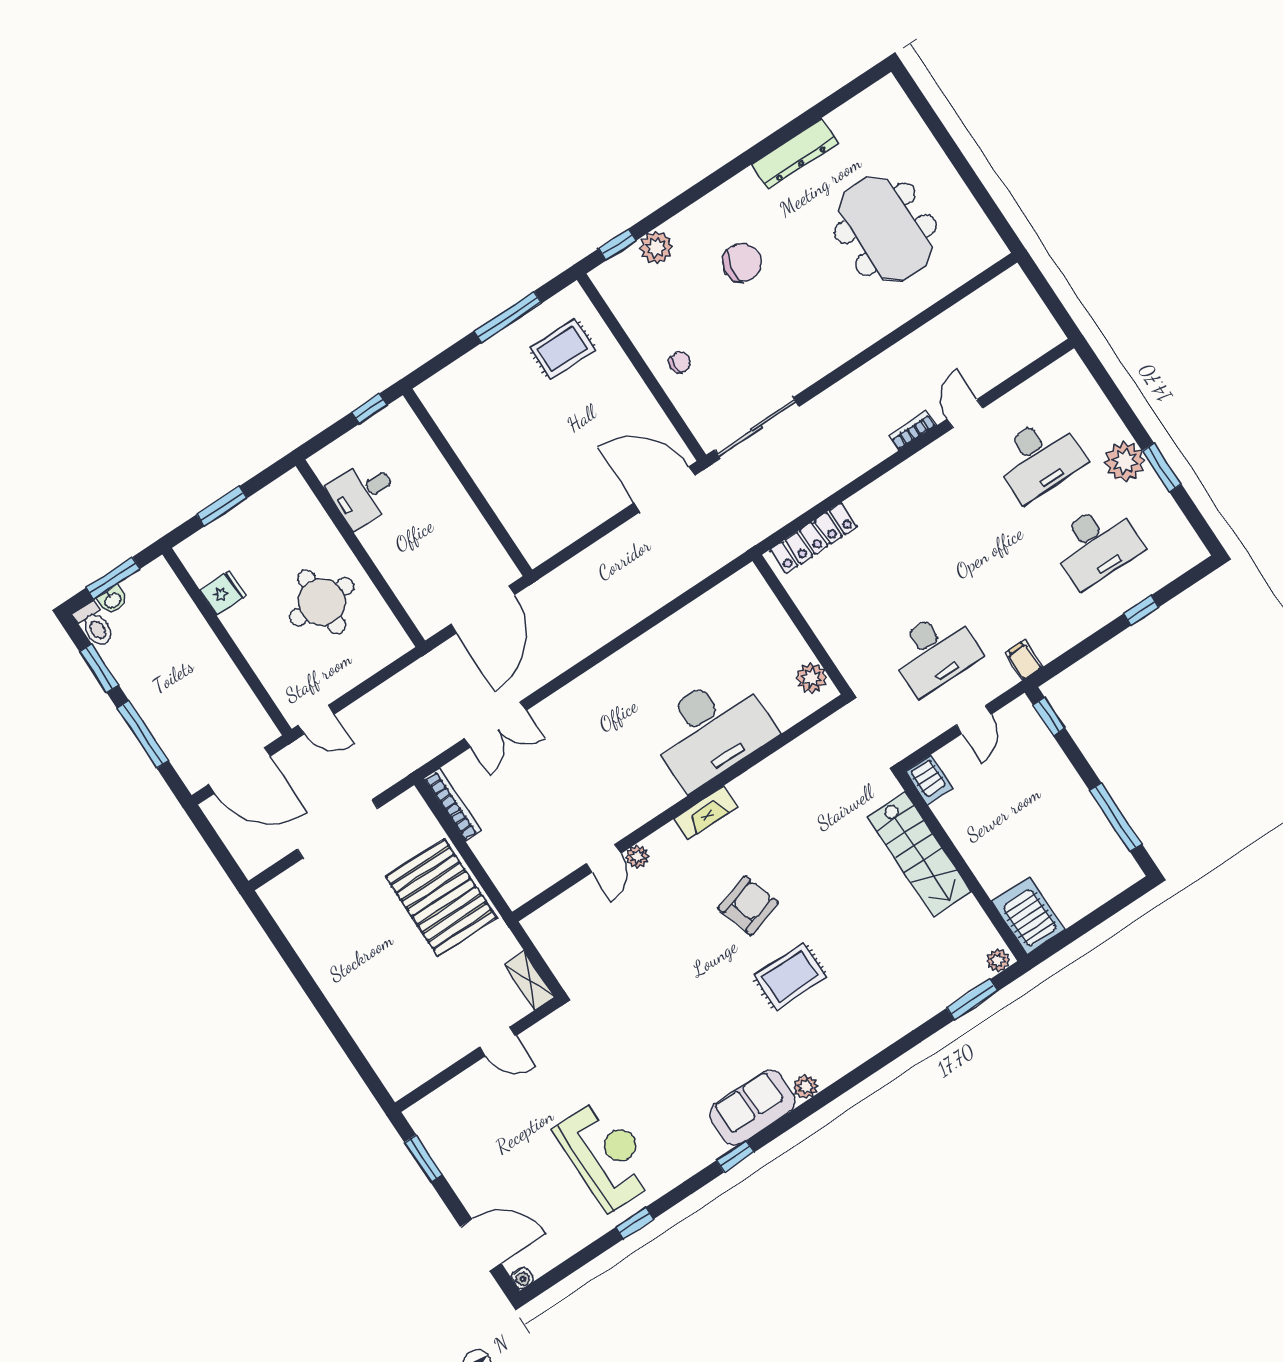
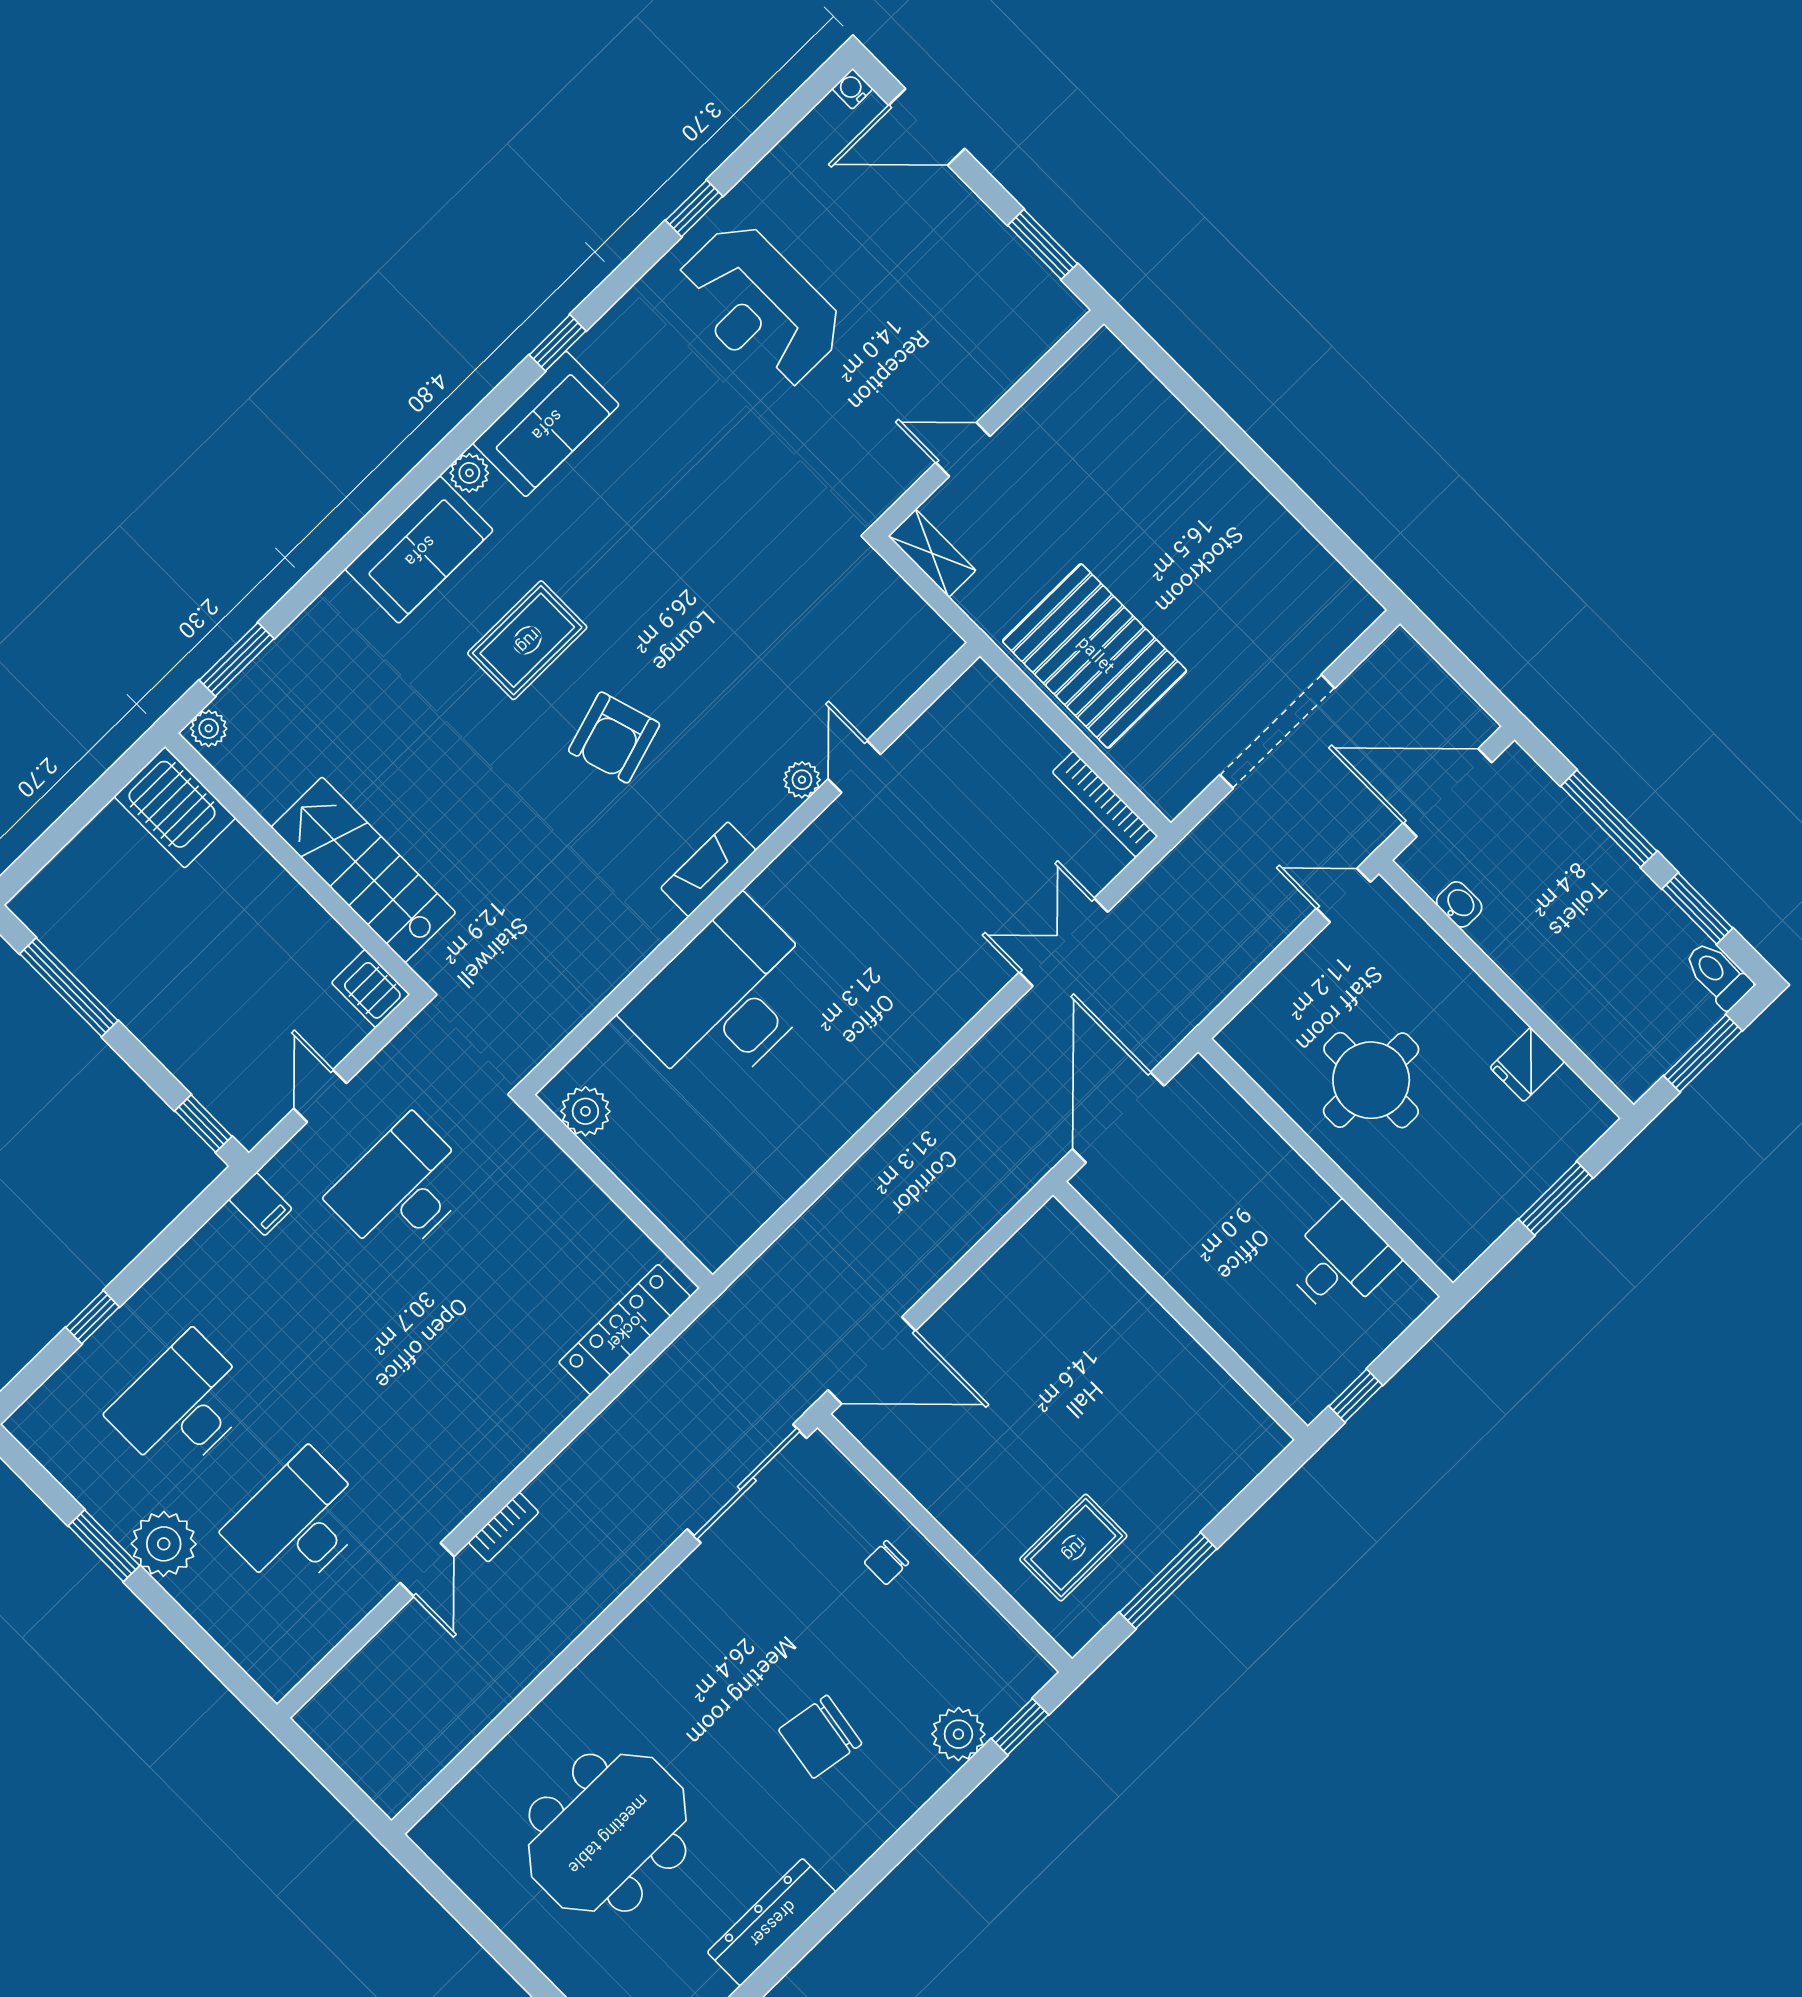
meeting table: (885, 229) -> (607, 1833), turned 90
washbasin: (112, 600) -> (1459, 904), moved, turned 90
sofa: (846, 1045) -> (419, 550), added

